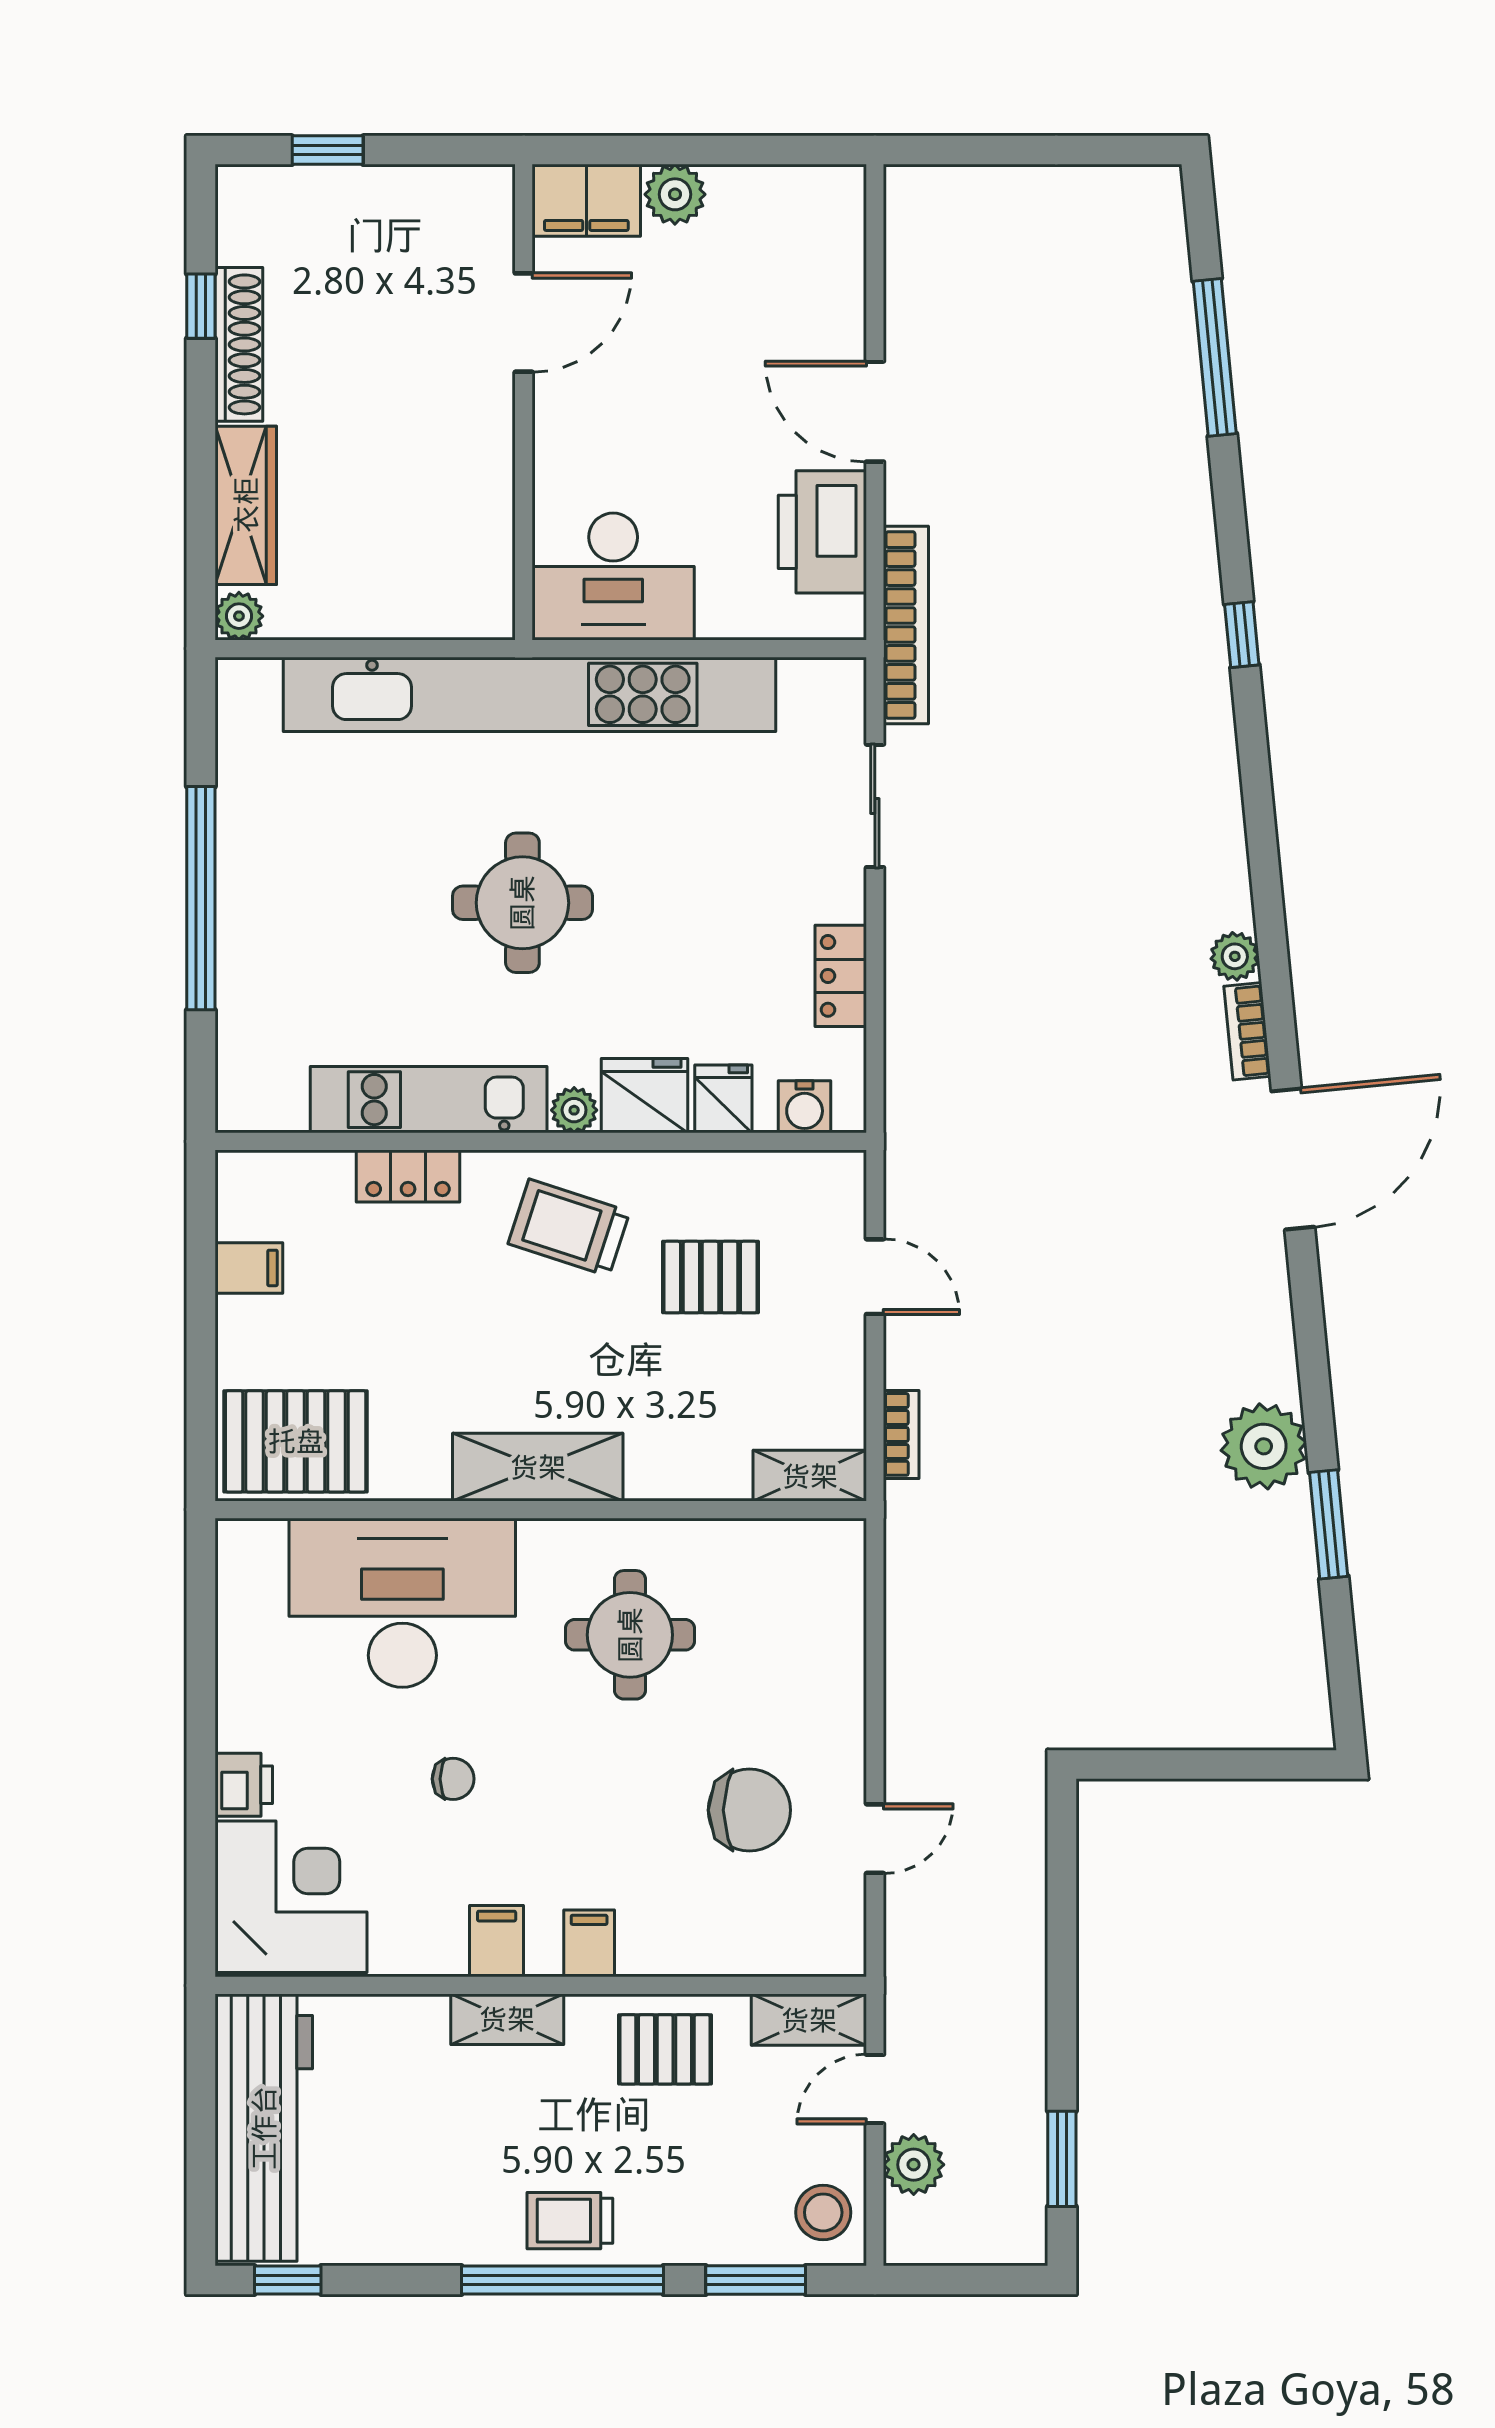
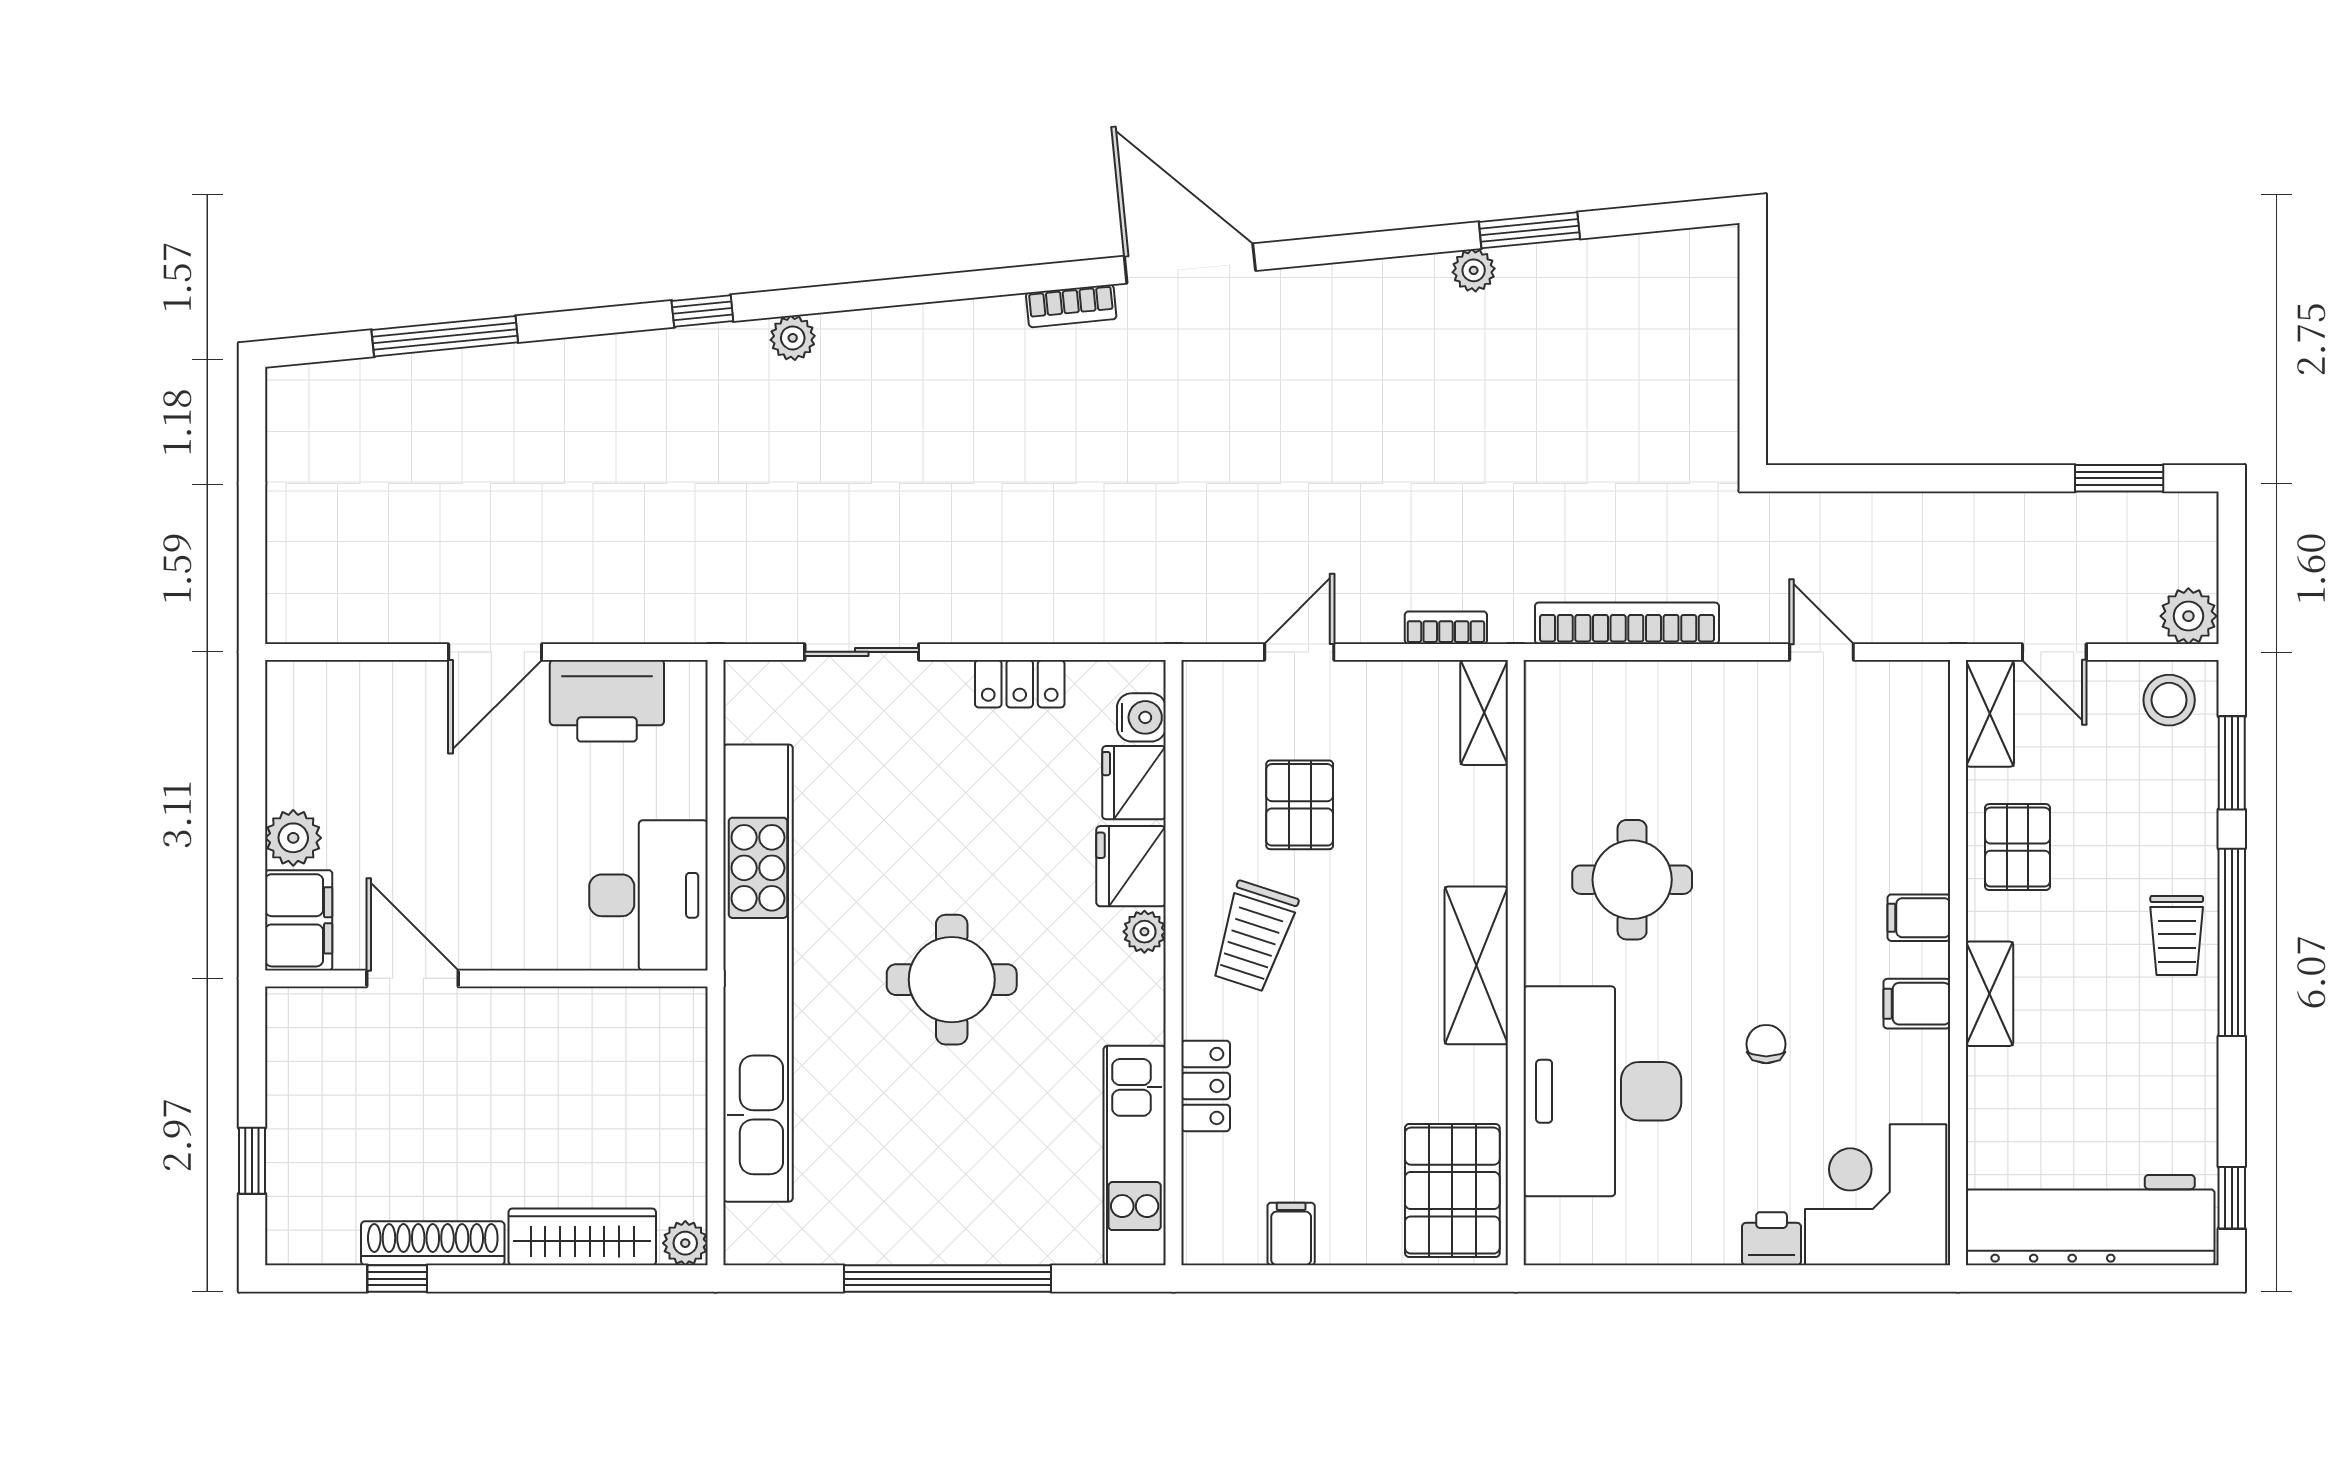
bookcase: (906, 625) -> (1627, 623), moved
plant: (1235, 956) -> (793, 338), moved
fridge: (723, 1099) -> (1134, 783), width x1.38
kitchen unit: (429, 1100) -> (1135, 1156), moved
plant: (1264, 1446) -> (1474, 270), width x0.53, depth x0.53
chair: (749, 1810) -> (1795, 769), removed
plant: (914, 2165) -> (2188, 616), moved

